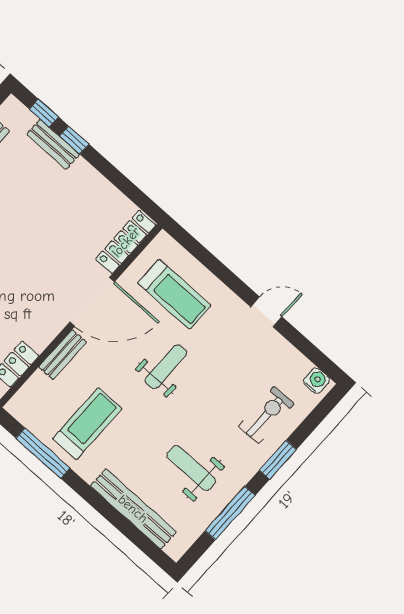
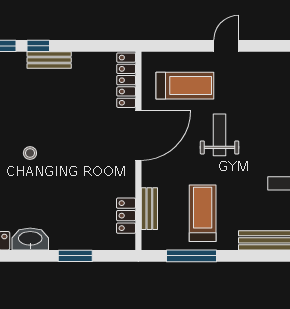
bench: (53, 144) -> (49, 60), moved
door: (266, 312) -> (226, 46), moved
bench: (63, 355) -> (149, 209), moved

